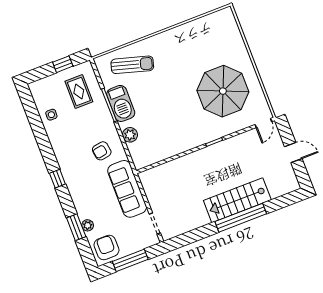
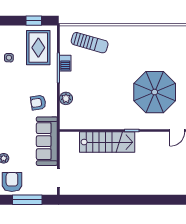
rug: (79, 92) -> (38, 48), width x1.36, depth x1.43
barbecue: (121, 103) -> (65, 63), width x0.53, depth x0.65
stairs: (237, 200) -> (107, 142), moved, turned 180
window: (241, 218) -> (130, 200), removed

